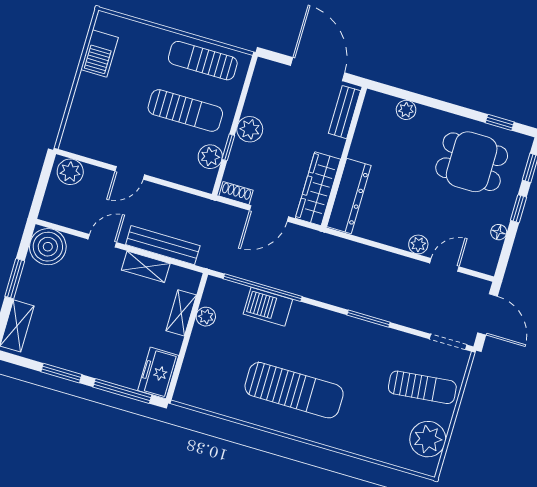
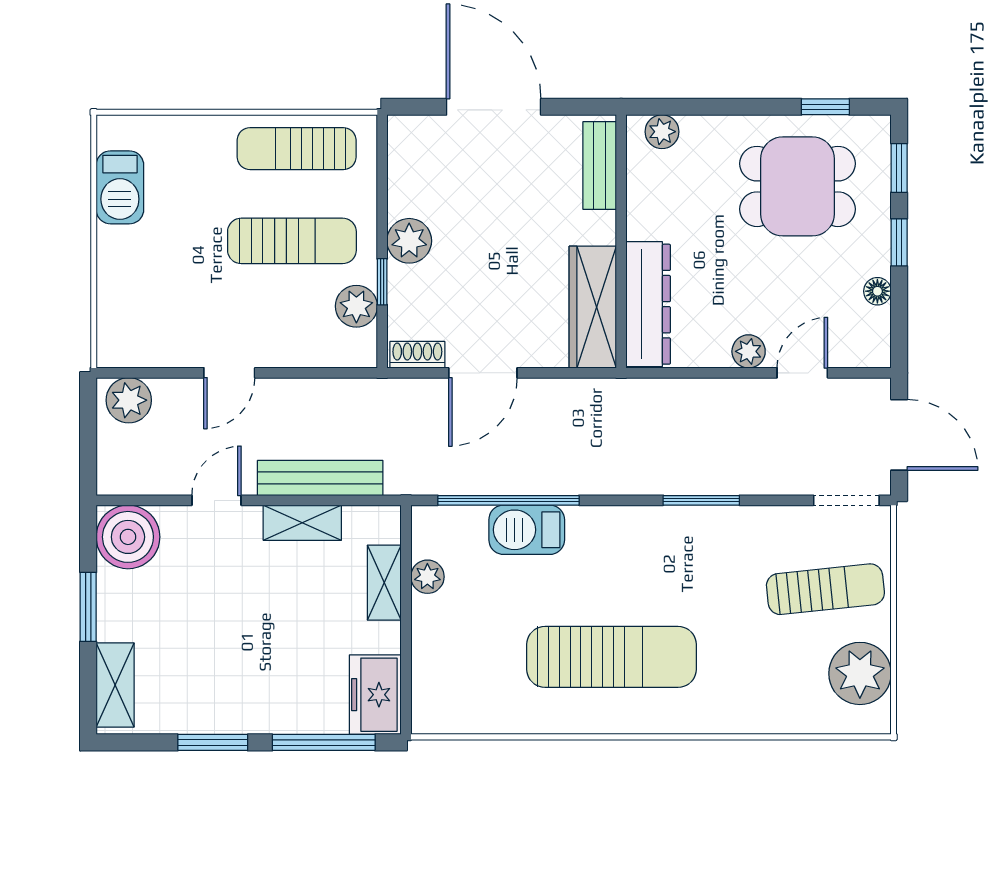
bench: (344, 112) -> (600, 165), moved
wall: (344, 157) -> (621, 241), moved
wardrobe: (318, 189) -> (593, 307), moved
dresser: (349, 196) -> (648, 304), moved

